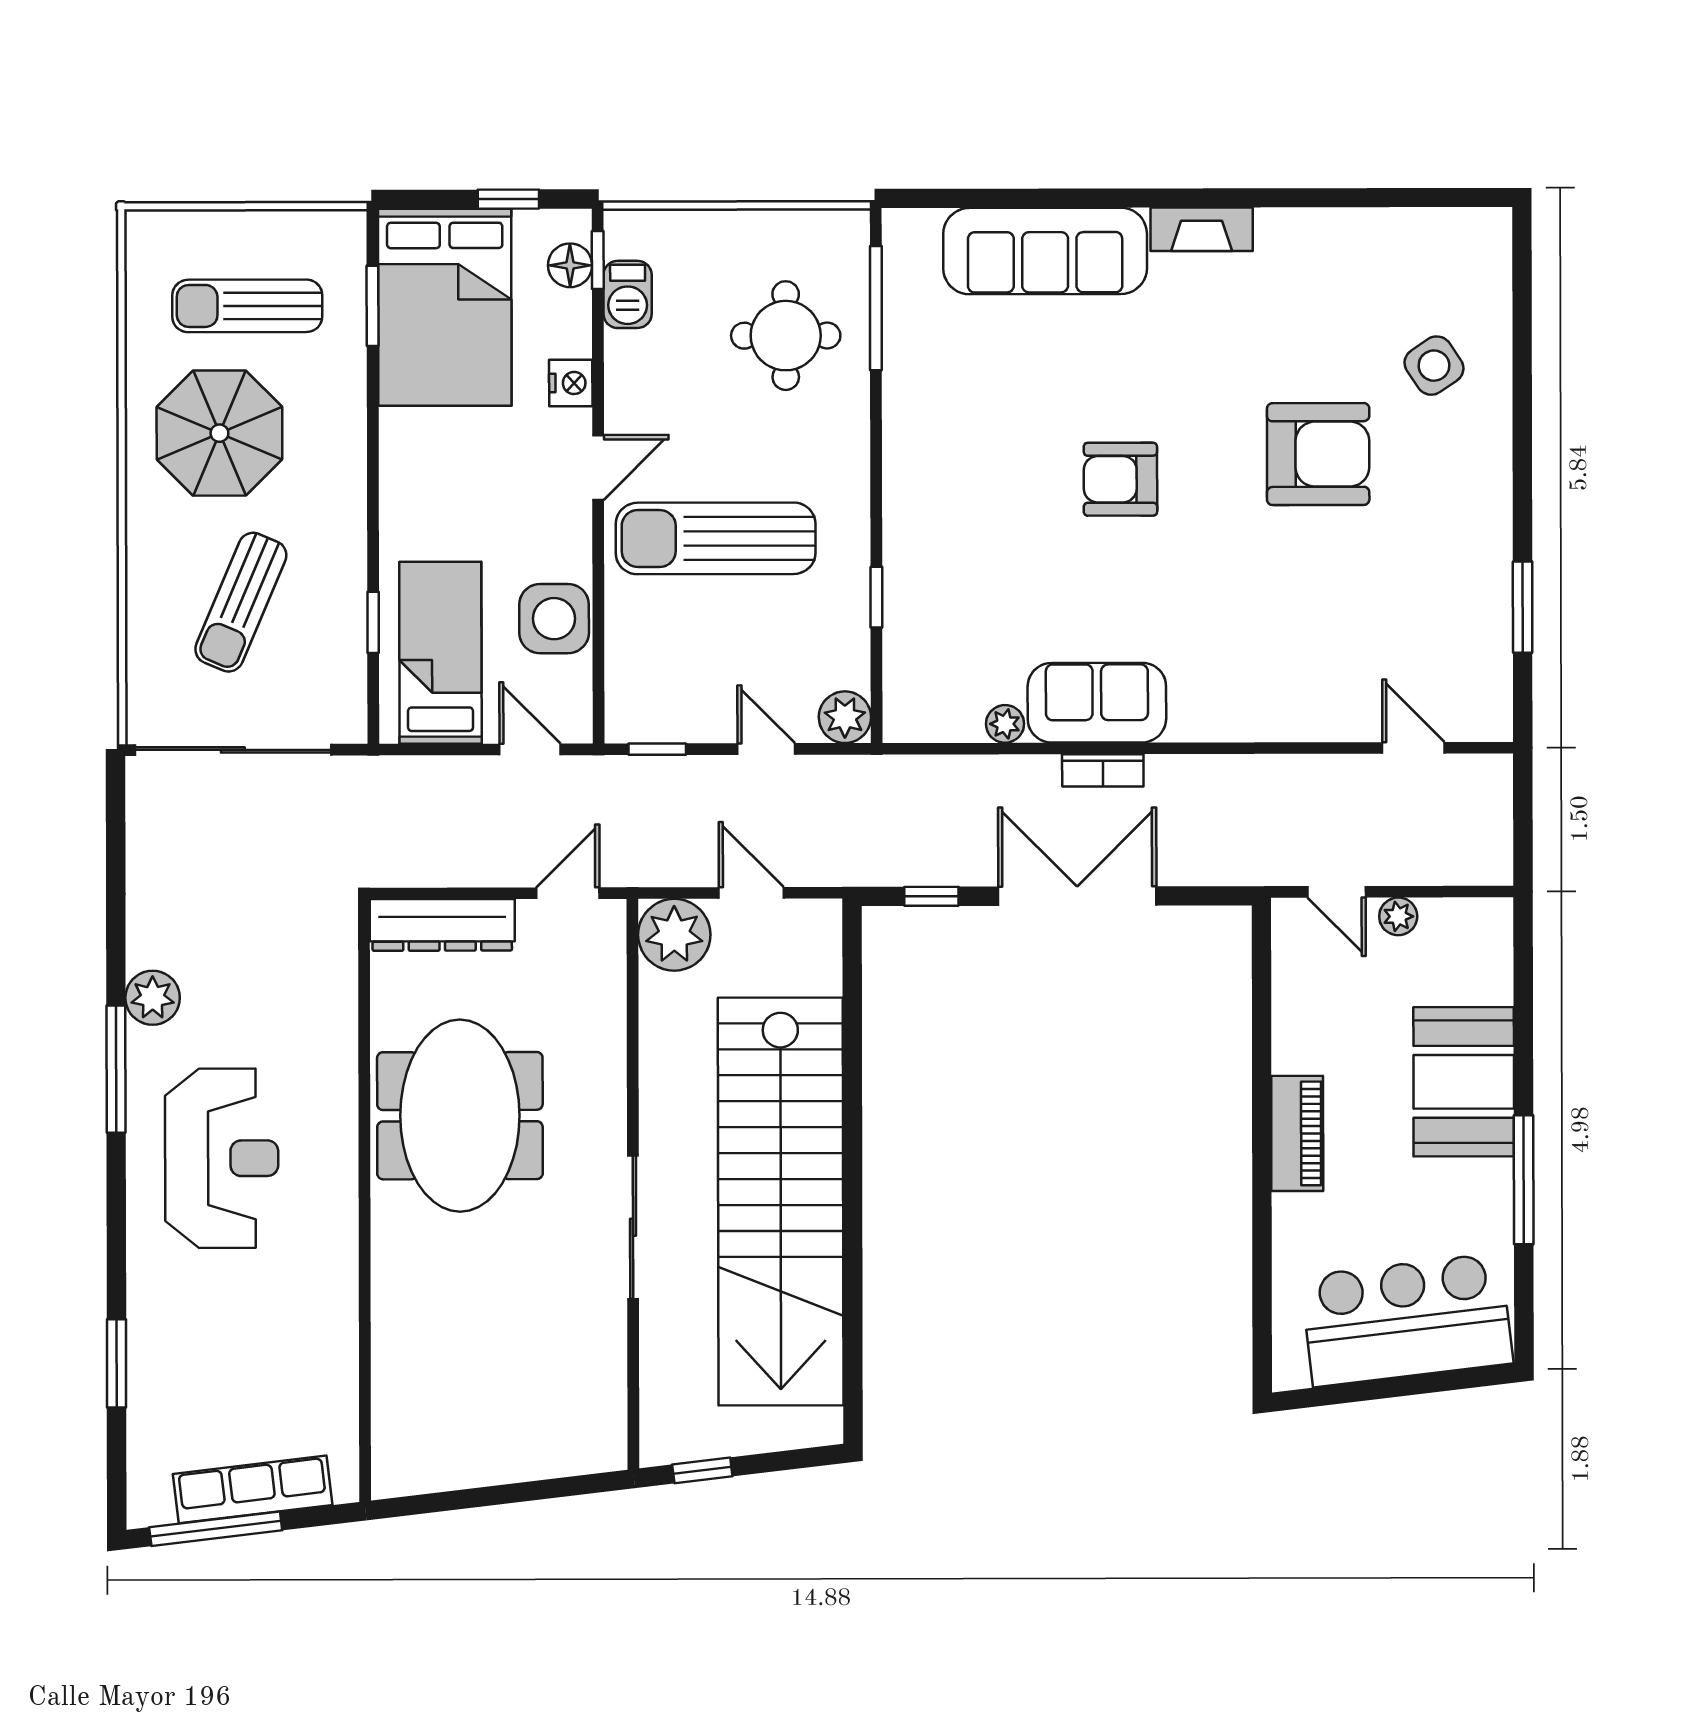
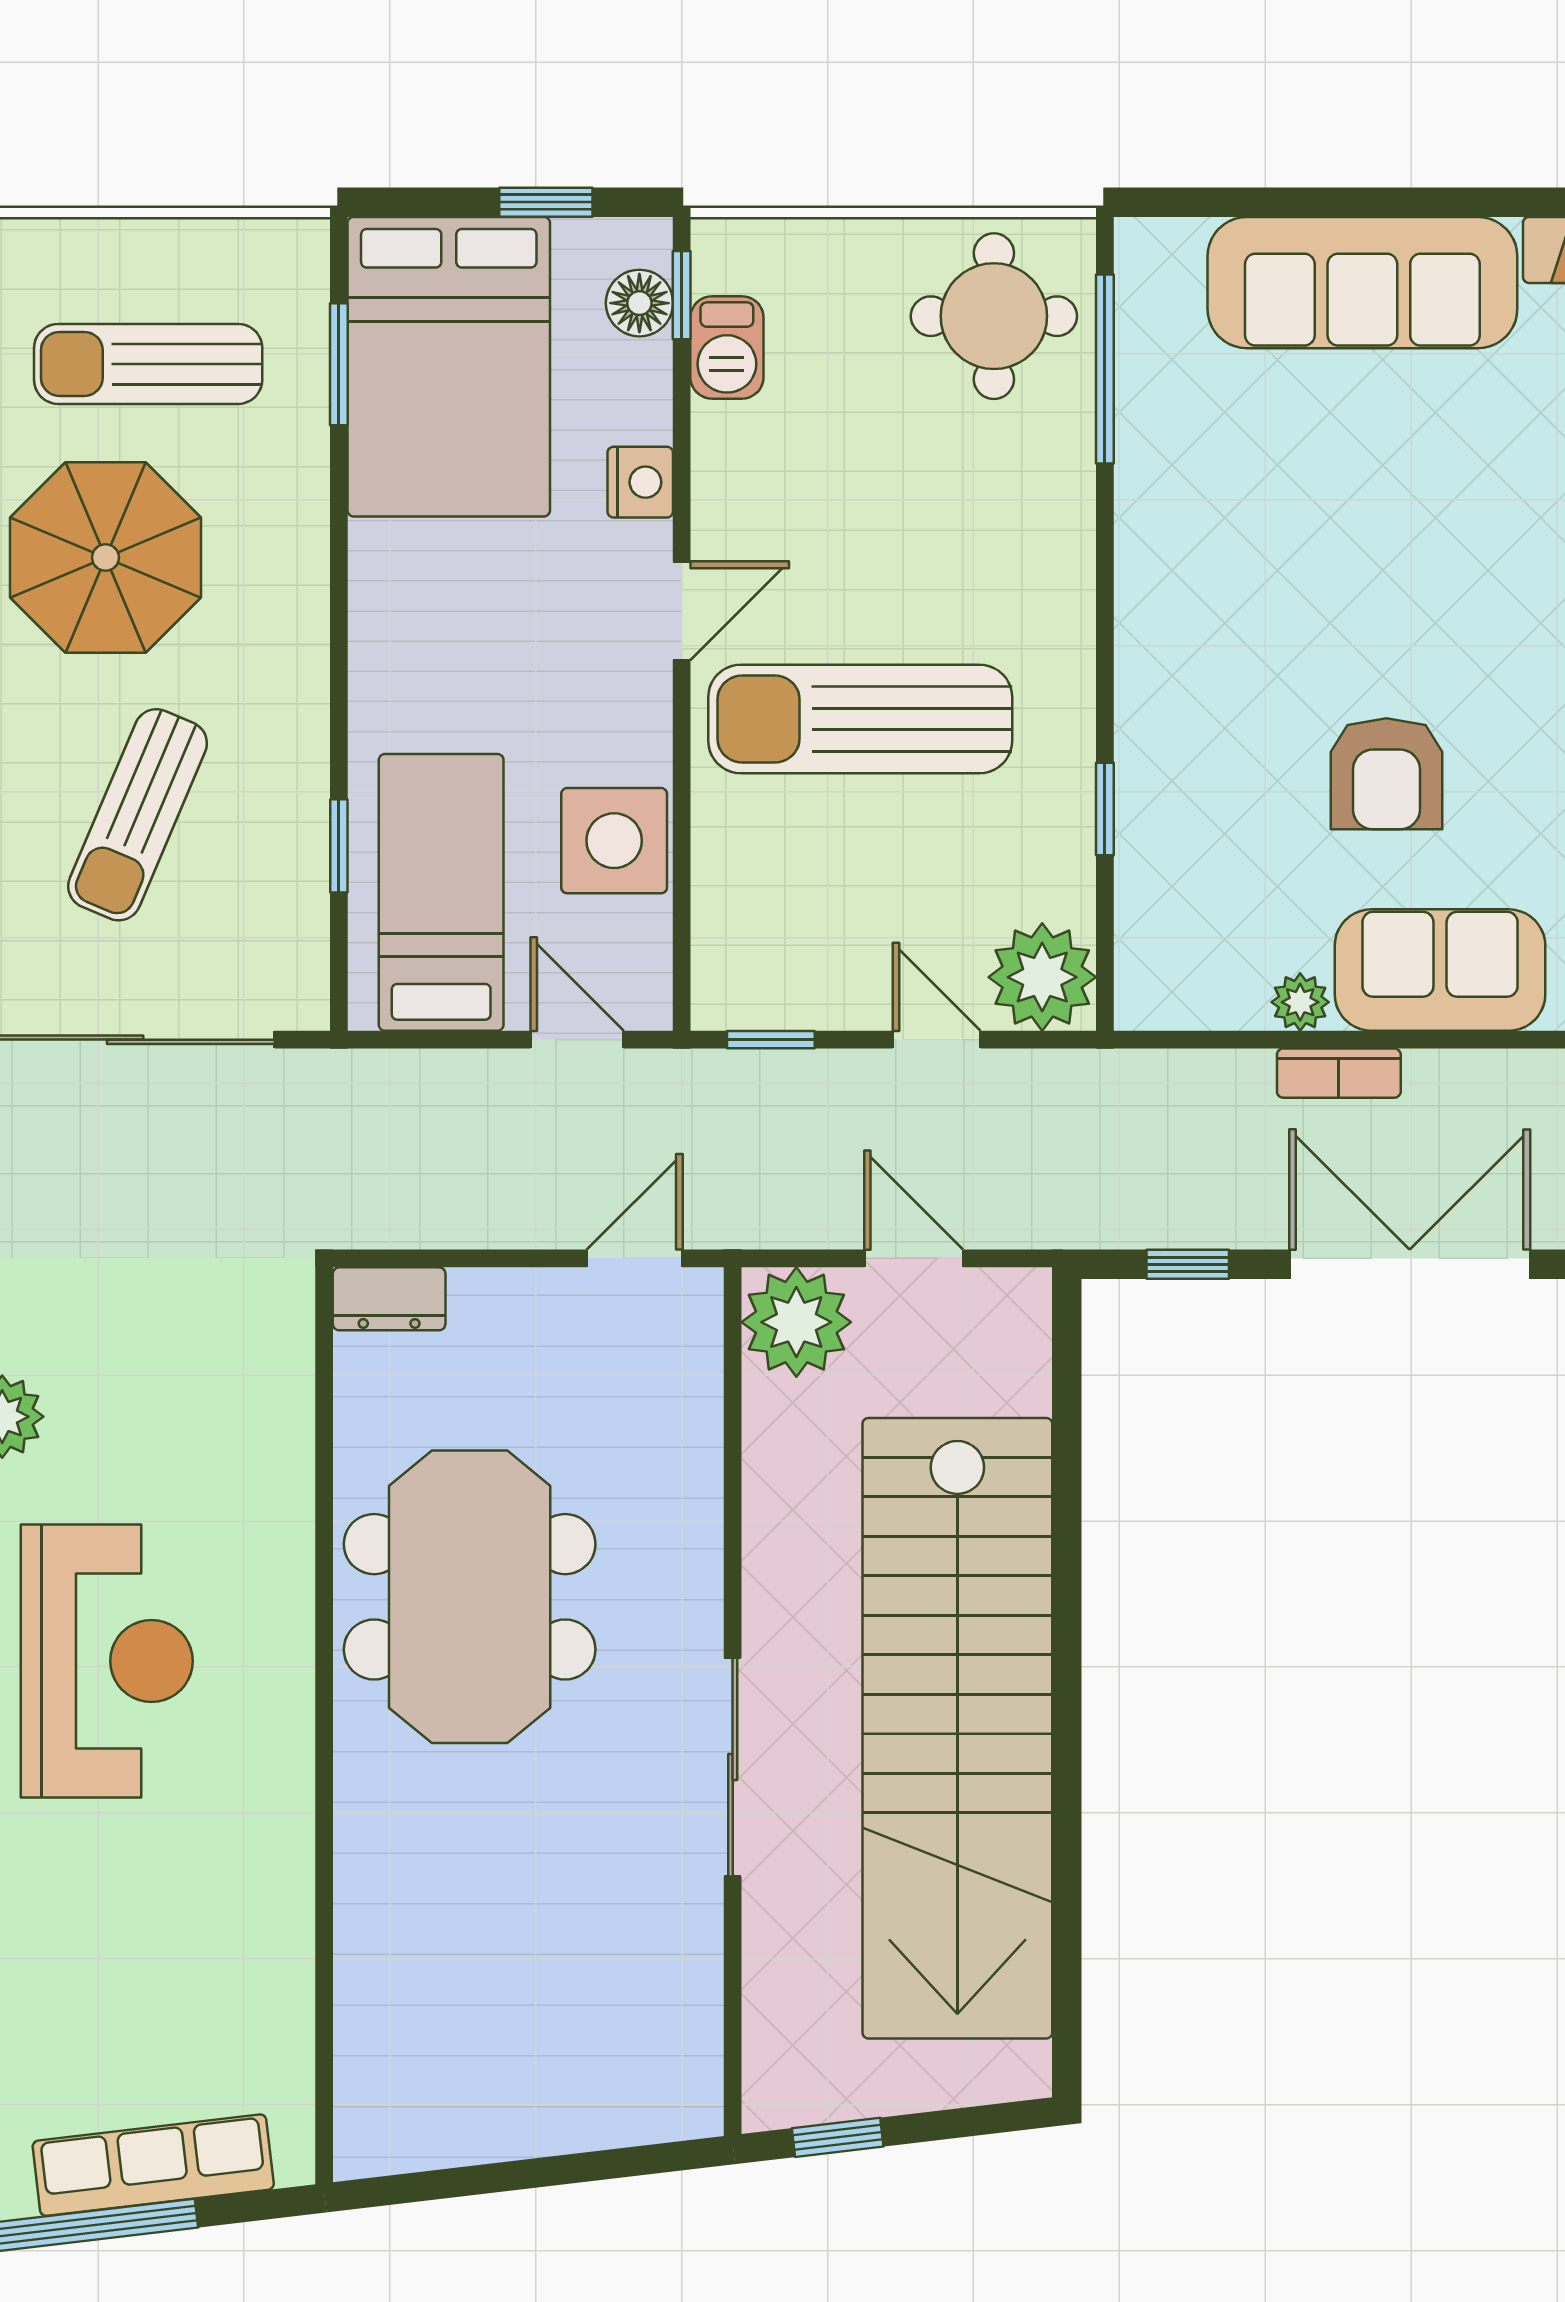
round table: (786, 336) -> (994, 316), moved
armchair: (1120, 479) -> (1386, 774), moved, turned -90
plant: (845, 717) -> (1042, 977), width x1.36, depth x1.36
bookcase: (1103, 770) -> (1339, 1073), moved
dresser: (442, 925) -> (389, 1299), width x0.51, depth x0.80

